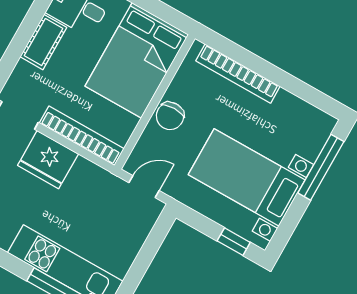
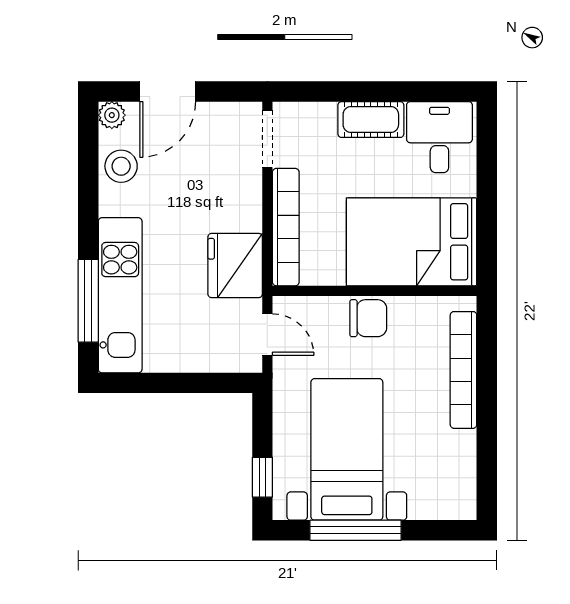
chair: (170, 116) -> (368, 318), turned 180
fridge: (48, 160) -> (235, 266), moved
window: (321, 167) -> (355, 530), moved

